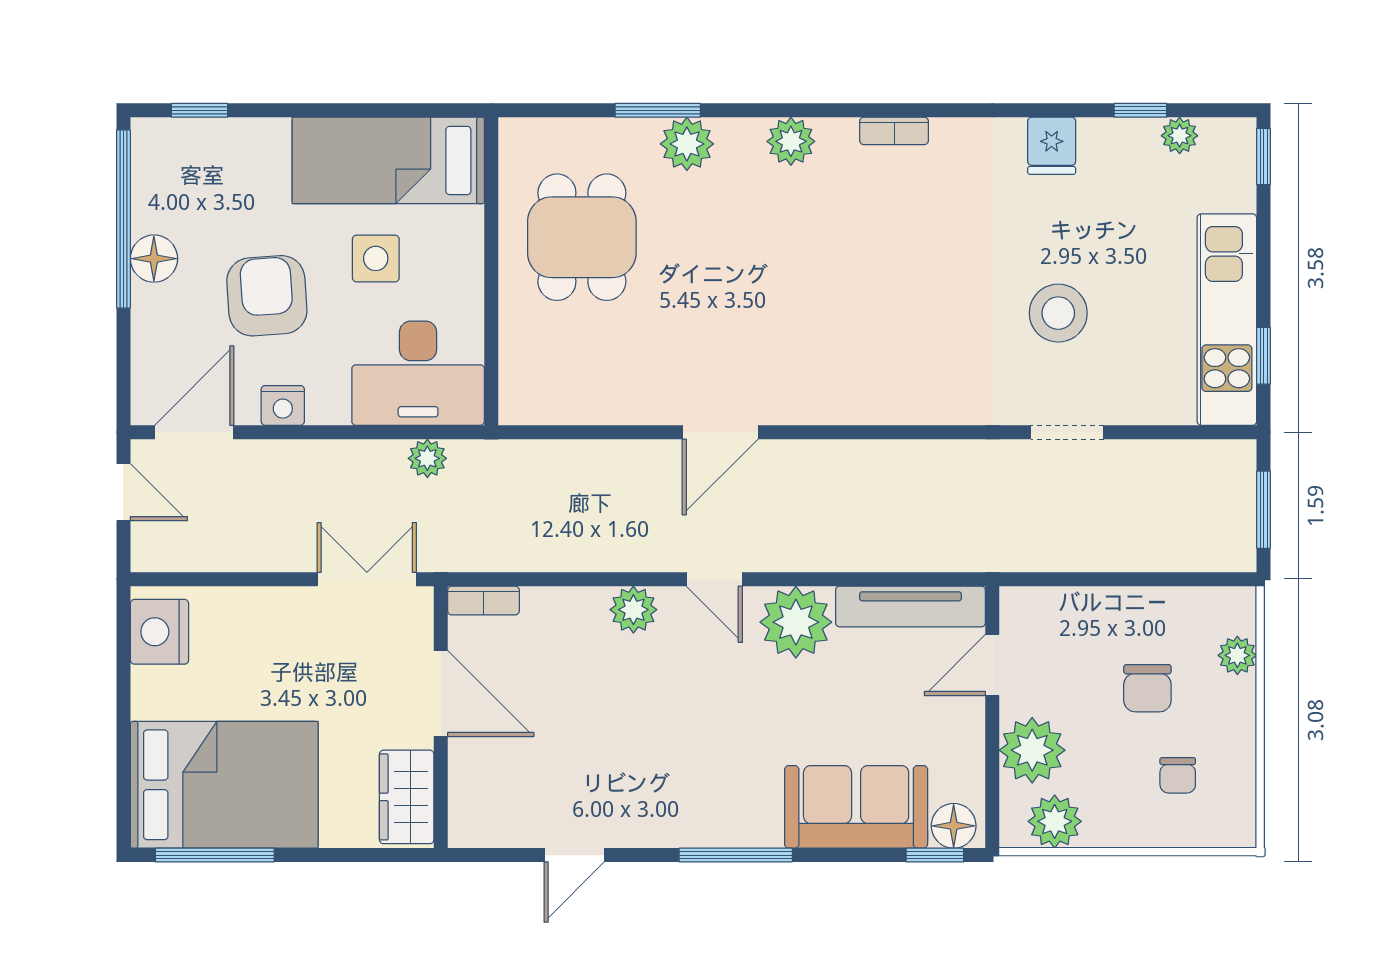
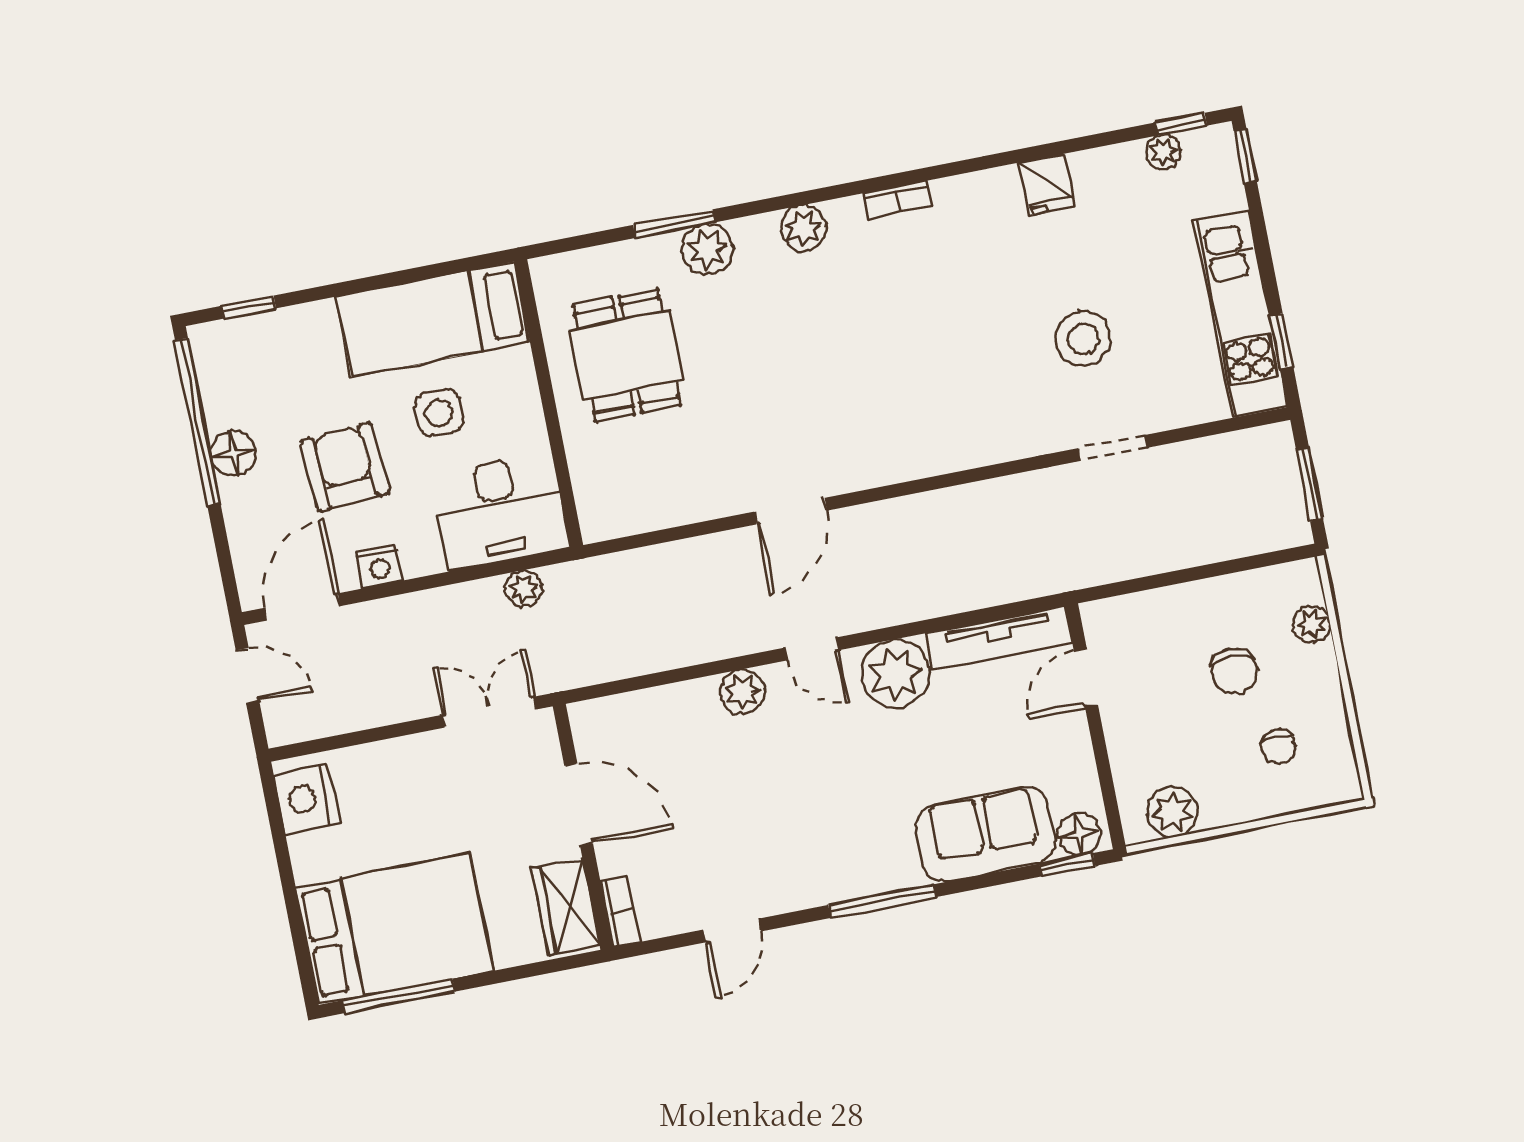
window: (1140, 110) -> (1181, 124), moved
bookcase: (483, 600) -> (620, 911), moved, turned -90
plant: (1032, 750) -> (1138, 750), removed

